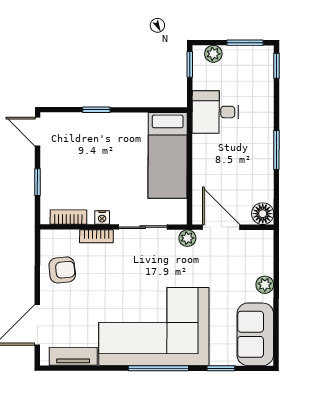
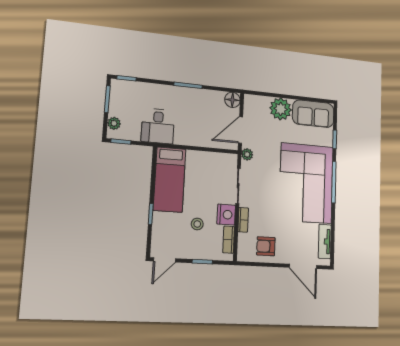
bed: (168, 155) -> (170, 180), moved, turned 90
stool: (87, 173) -> (197, 224), added
nightstand: (102, 217) -> (226, 215), width x1.89, depth x1.79
armchair: (62, 270) -> (266, 246), turned -84
plant: (265, 285) -> (281, 109), width x1.88, depth x1.88

